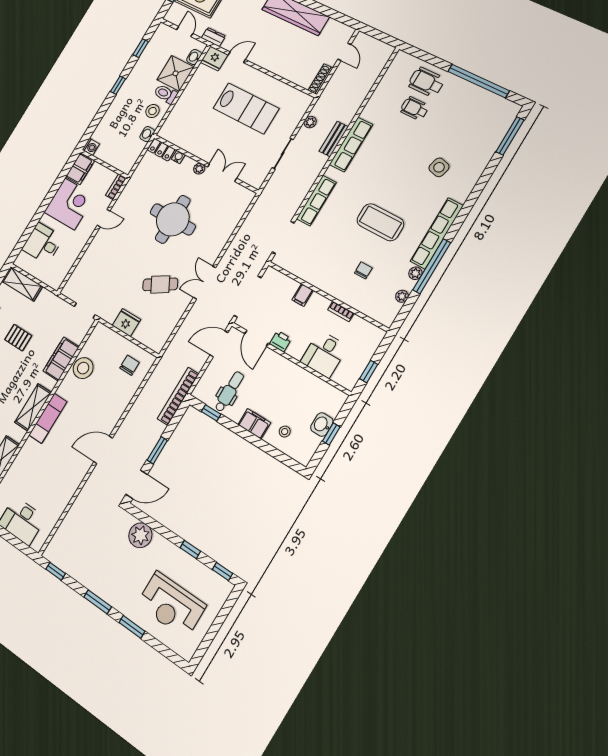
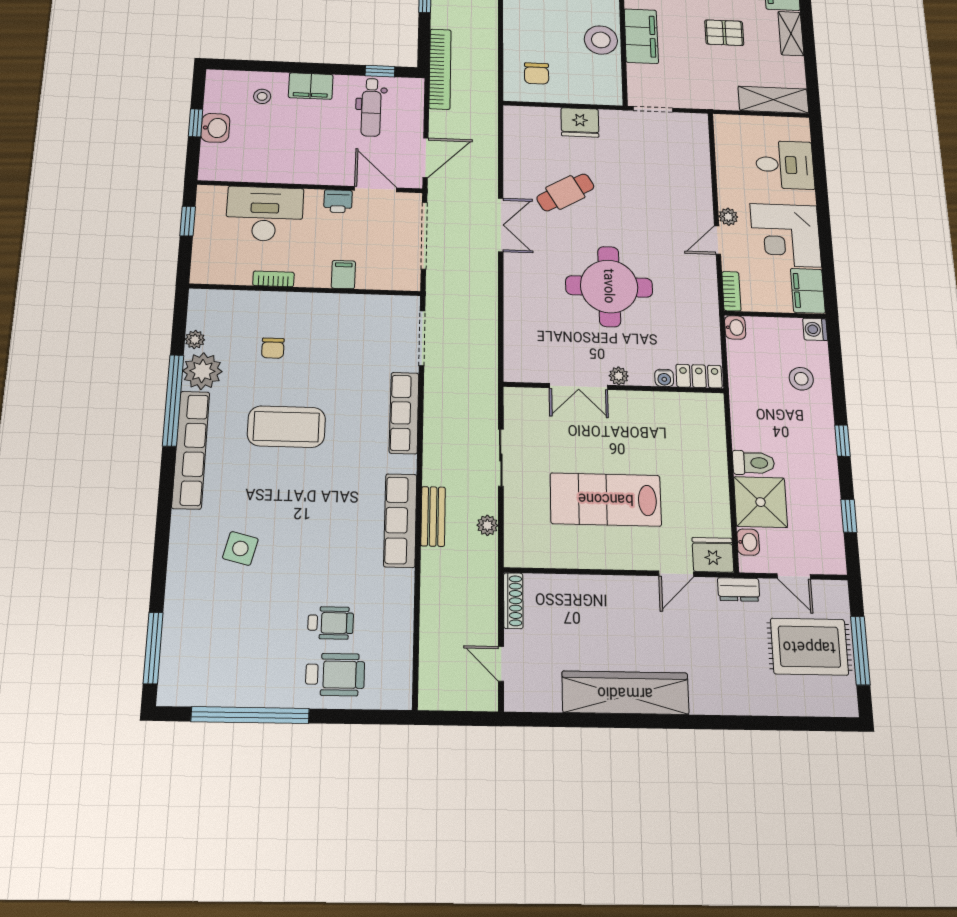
stool: (153, 111) -> (801, 379), moved
washbasin: (147, 134) -> (735, 327), moved
plant: (90, 228) -> (728, 217), added
plant: (415, 273) -> (202, 371), width x1.88, depth x1.88
desk: (324, 354) -> (265, 214), width x1.37

